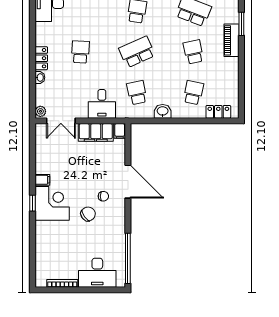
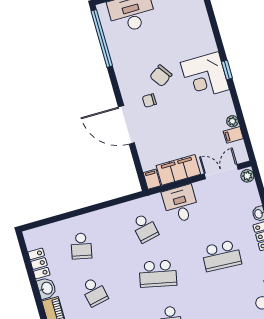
school desk: (80, 52) -> (221, 256), width x1.85
school desk: (137, 52) -> (158, 274), turned 36
washbasin: (163, 111) -> (47, 288), moved, turned -90
locker: (218, 112) -> (39, 263), moved, turned -90
plant: (40, 160) -> (232, 121), added
filing cabinet: (42, 180) -> (233, 135), moved

